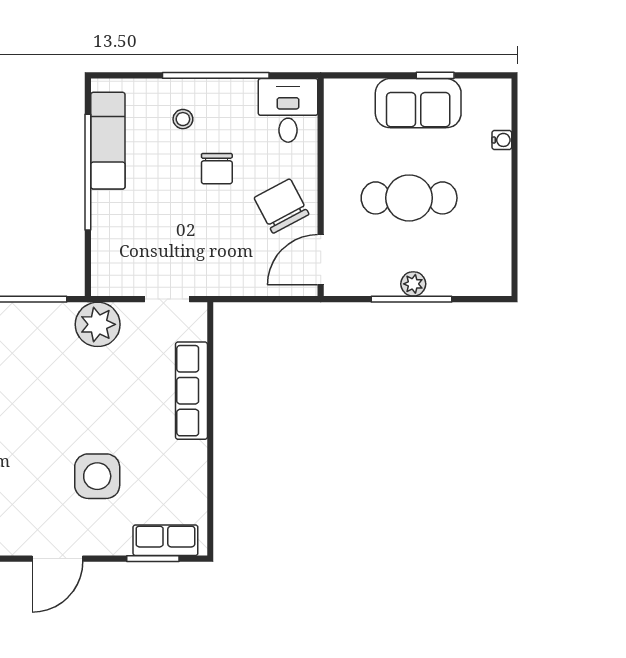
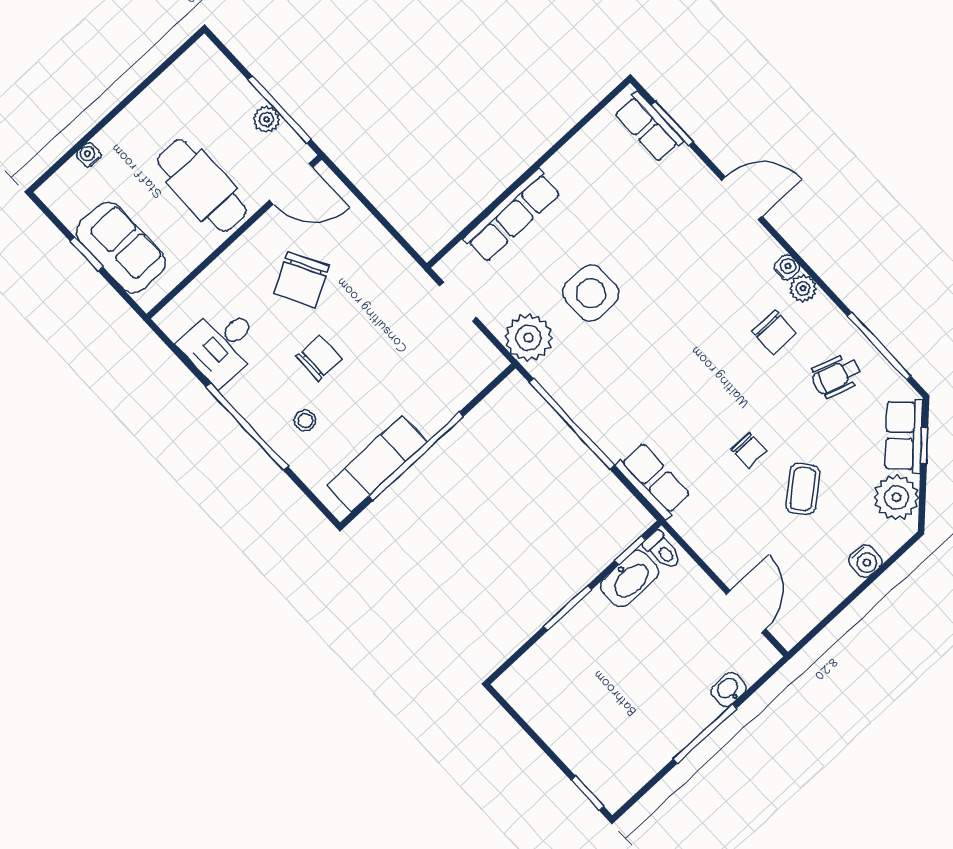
wall: (321, 187) -> (234, 237), moved
door: (321, 260) -> (291, 184), moved
side table: (97, 476) -> (591, 293), moved

